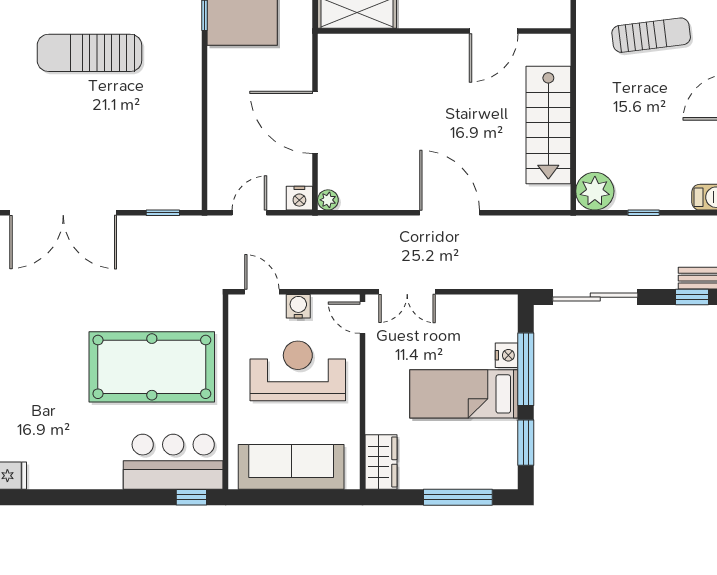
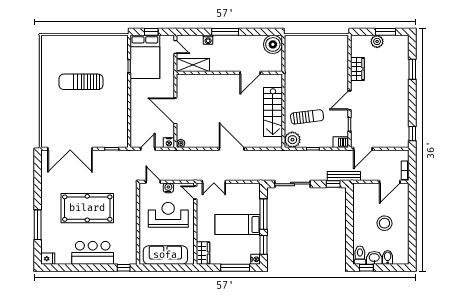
sun lounger: (651, 35) -> (307, 117), moved
nightstand: (507, 355) -> (256, 259), moved
pool table: (152, 367) -> (87, 208), moved
bar counter: (173, 462) -> (93, 253), moved

